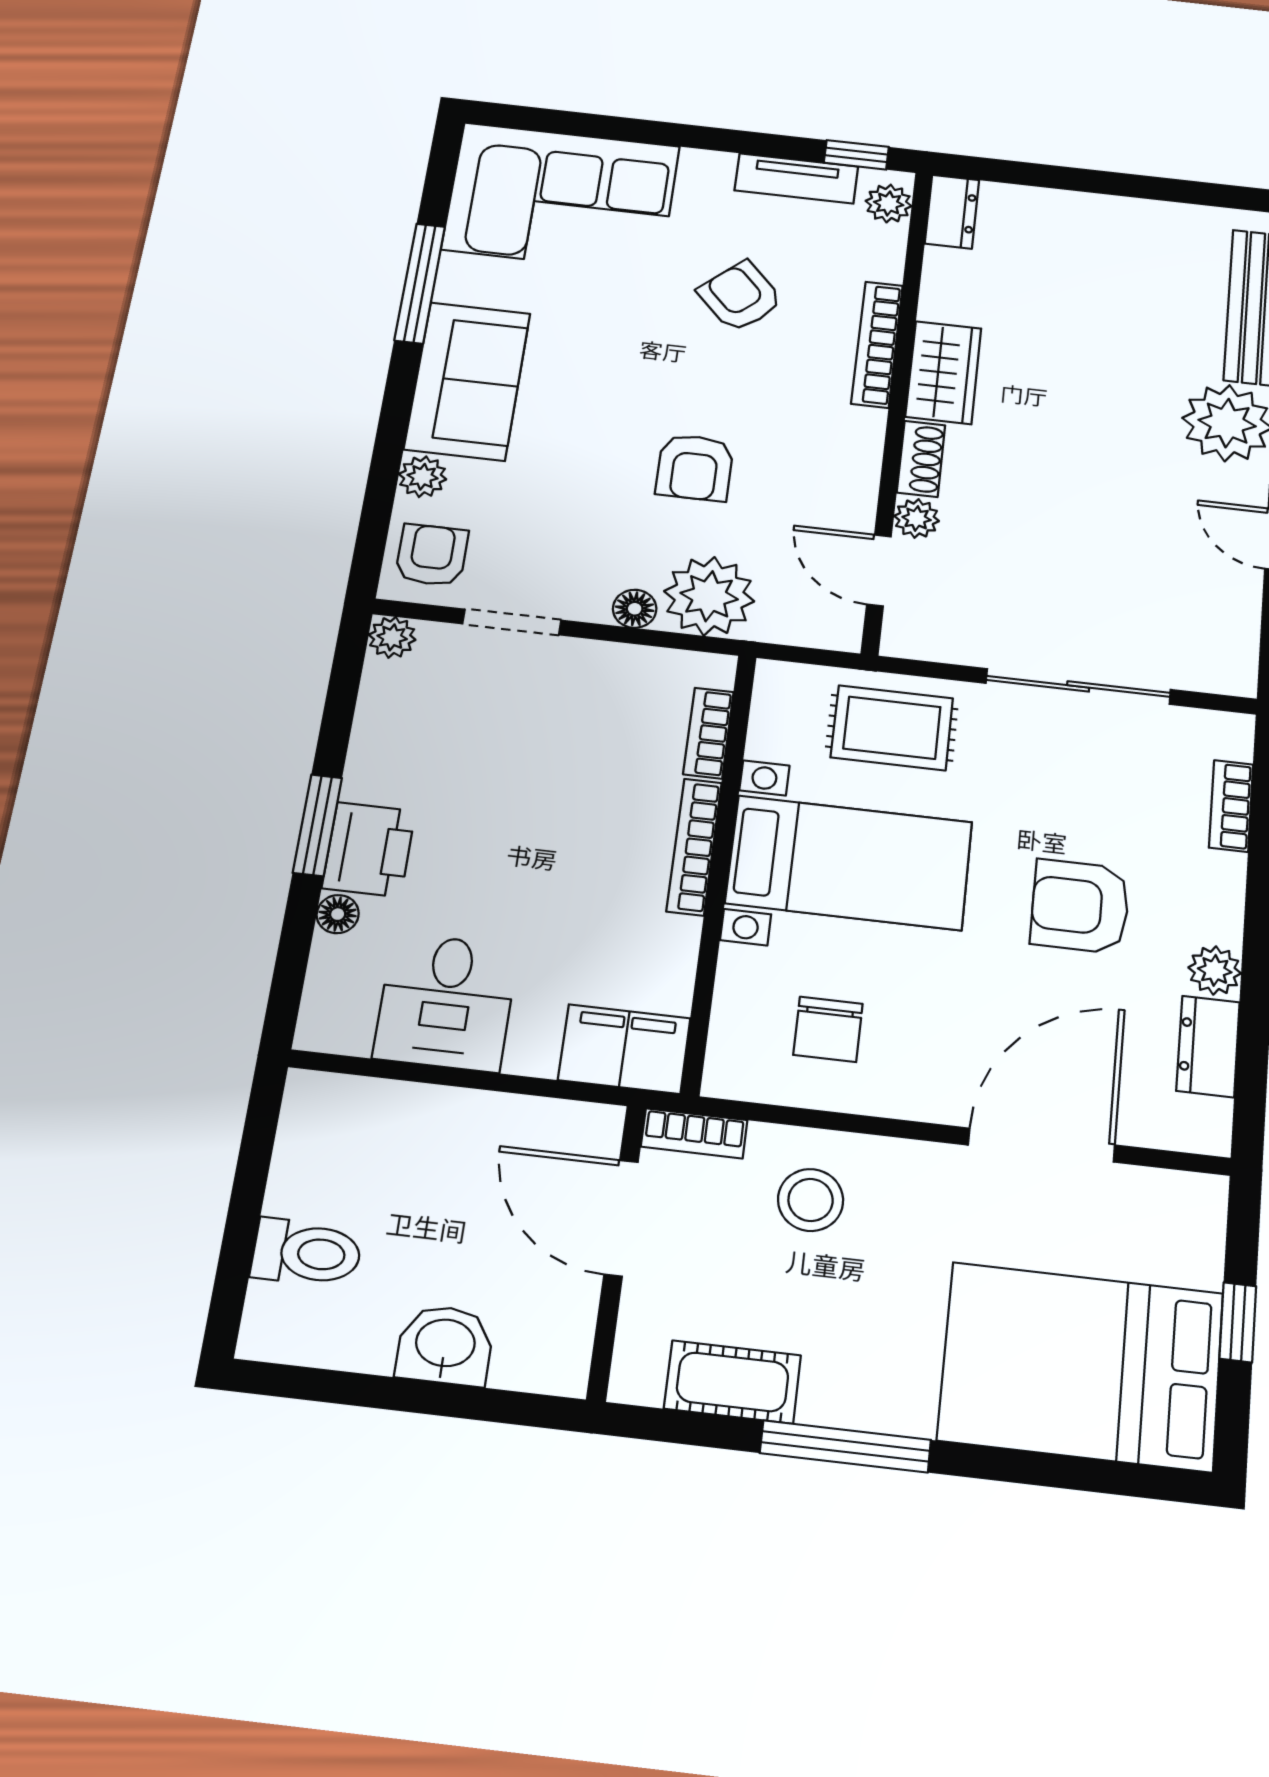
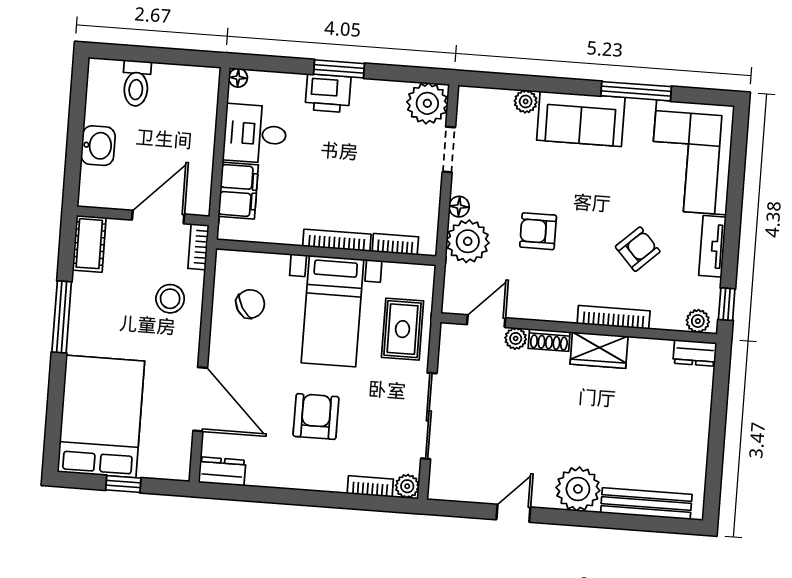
tv unit: (796, 178) -> (712, 246), moved
armchair: (432, 555) -> (483, 109), removed
plant: (392, 637) -> (427, 103), width x1.87, depth x1.87
floor lamp: (338, 914) -> (238, 78), moved
plant: (1215, 970) -> (407, 486), moved
chair: (828, 1029) -> (250, 304), turned 149
dresser: (1208, 1046) -> (222, 471), moved
filing cabinet: (624, 1049) -> (238, 191), moved
cot: (732, 1382) -> (89, 244), moved

